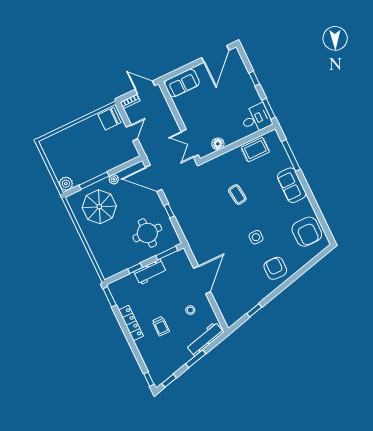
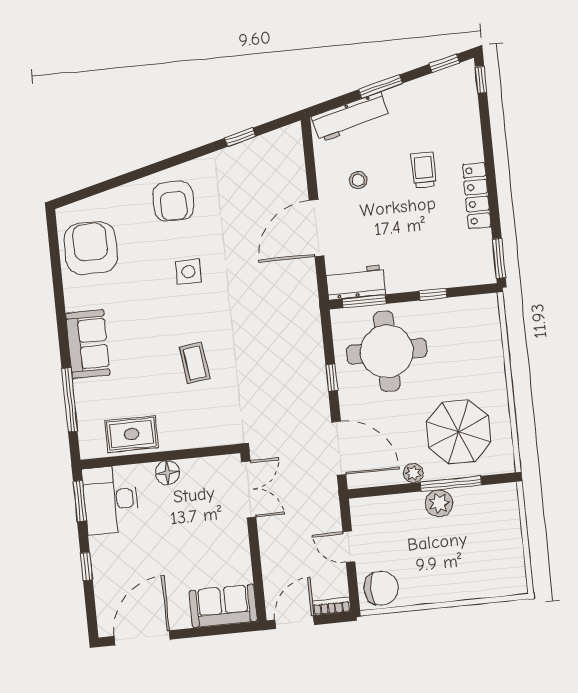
door: (145, 87) -> (295, 622), swing flipped
desk: (256, 119) -> (111, 500), width x1.37
door: (132, 133) -> (349, 547), hinge flipped
floor lamp: (218, 144) -> (167, 473), moved
plant: (66, 184) -> (439, 503), moved
round table: (147, 233) -> (387, 351), width x1.36, depth x1.36
workbench: (150, 272) -> (356, 282), moved

